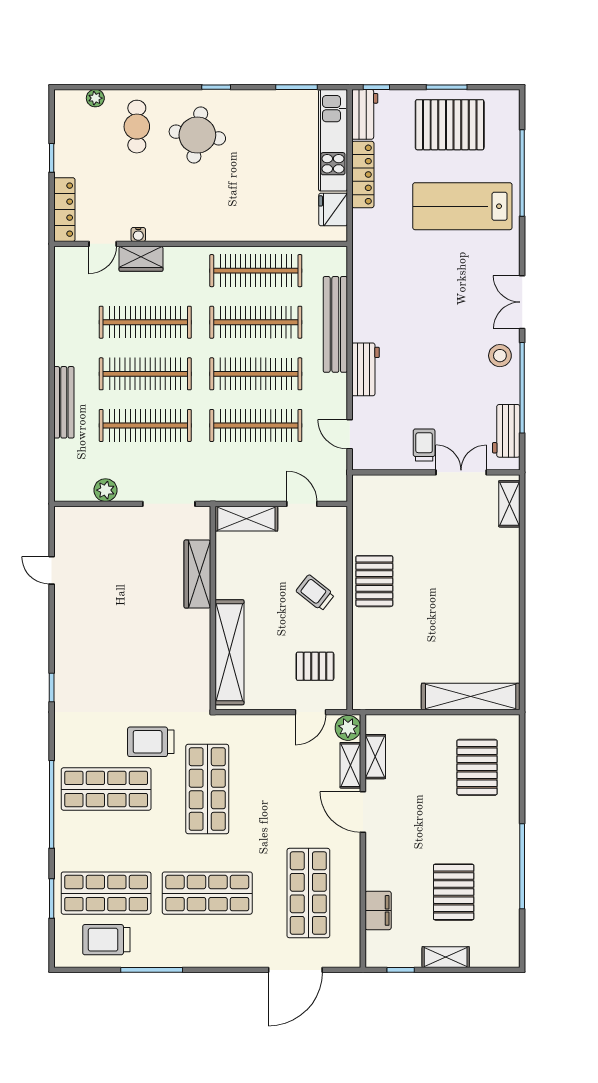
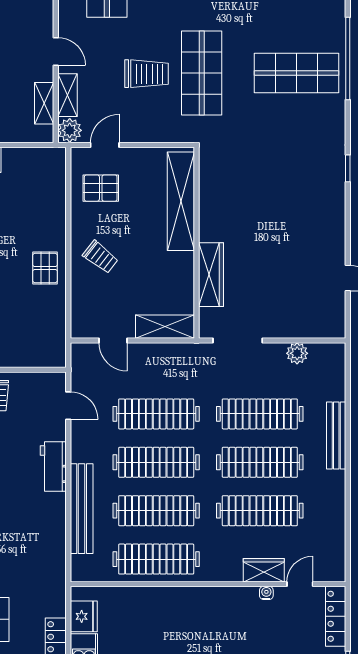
pallet: (374, 581) -> (45, 268), width x0.67, depth x0.71
trolley: (151, 742) -> (146, 74), moved
door: (363, 812) -> (56, 51), width x0.73

